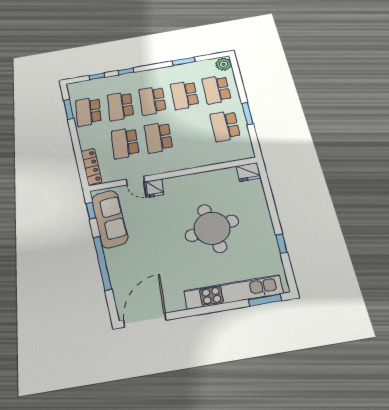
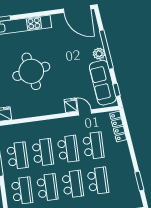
school desk: (88, 112) -> (43, 152), moved
plant: (113, 257) -> (99, 54), added
door: (145, 320) -> (77, 9), hinge flipped

